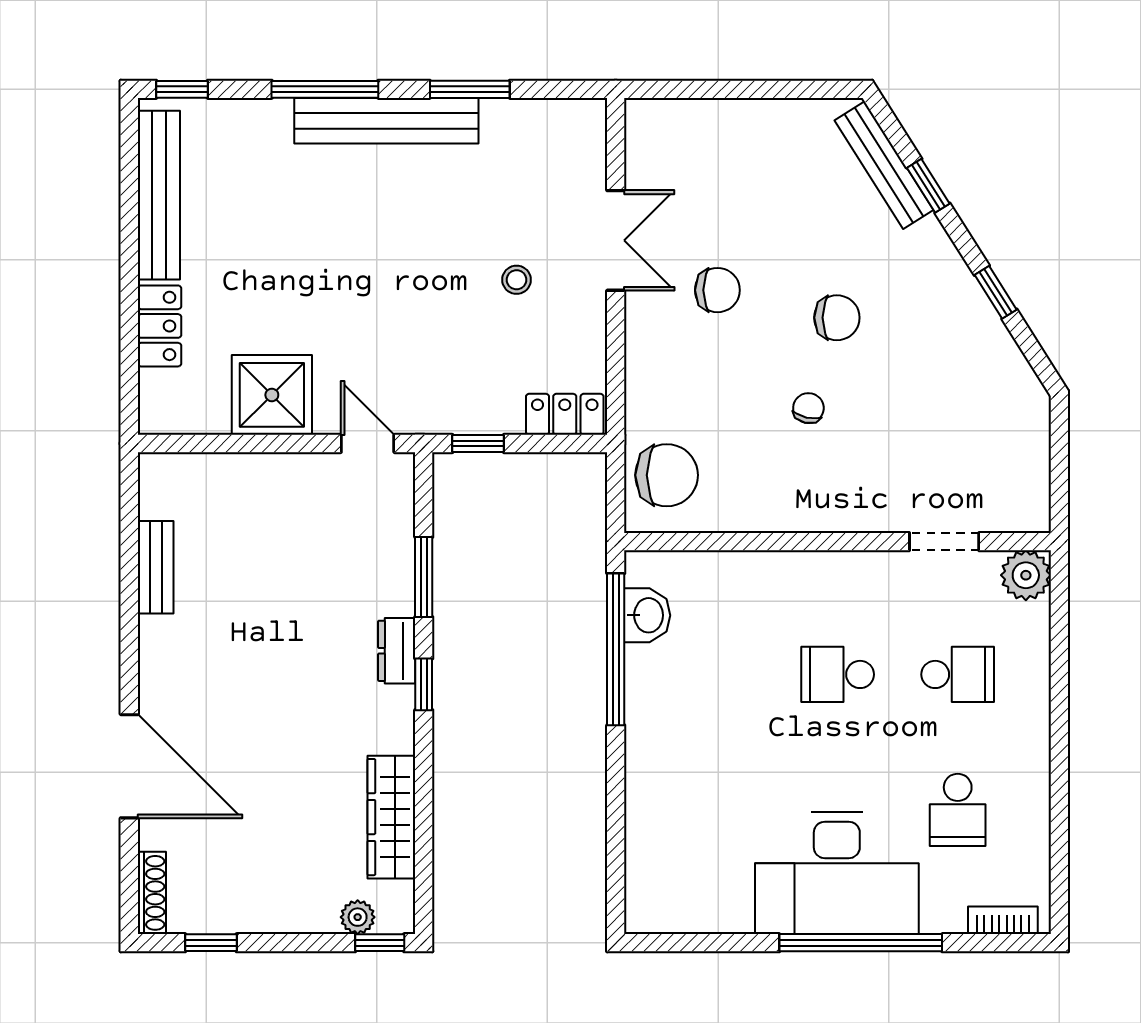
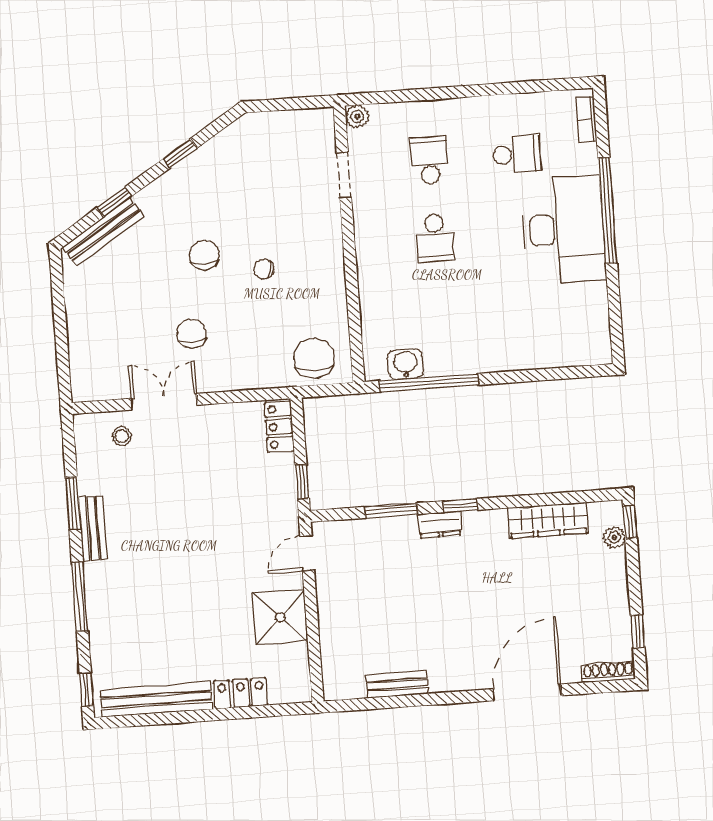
bench: (386, 121) -> (93, 528), width x0.54, depth x0.82
stool: (517, 280) -> (122, 436), moved
plant: (1026, 575) -> (357, 117), width x0.73, depth x0.73

